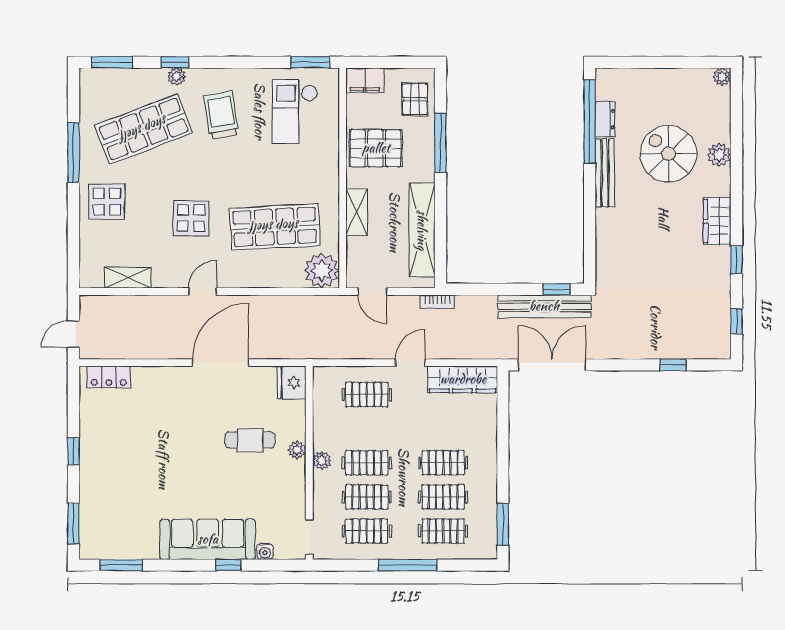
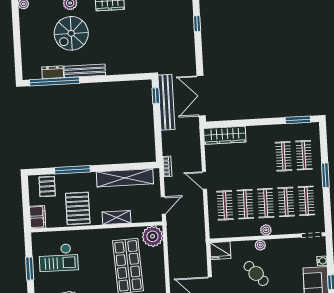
window: (310, 62) -> (30, 269), moved
pallet: (415, 99) -> (47, 186), turned 90
wardrobe: (463, 379) -> (225, 135), moved, turned 90
cafe table: (250, 440) -> (256, 273), turned -41
clothes rail: (443, 463) -> (245, 204), moved
window: (408, 565) -> (325, 175), width x0.69

